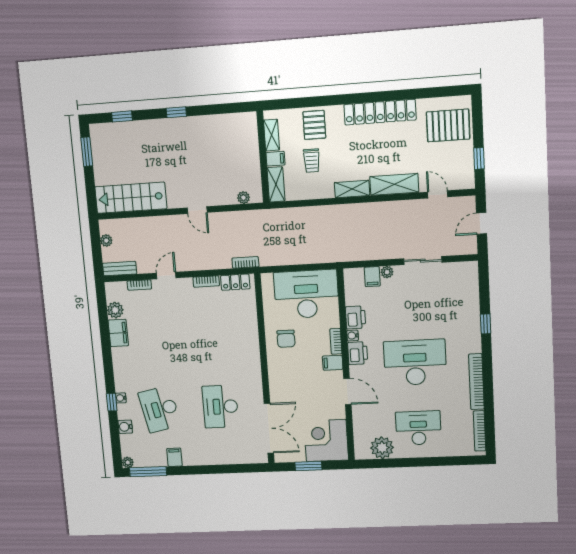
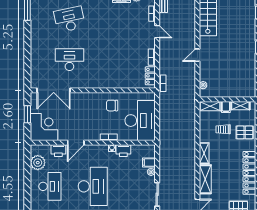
printer: (358, 353) -> (58, 151), moved
filing cabinet: (333, 363) -> (95, 134), removed
filing cabinet: (174, 457) -> (37, 26), removed

